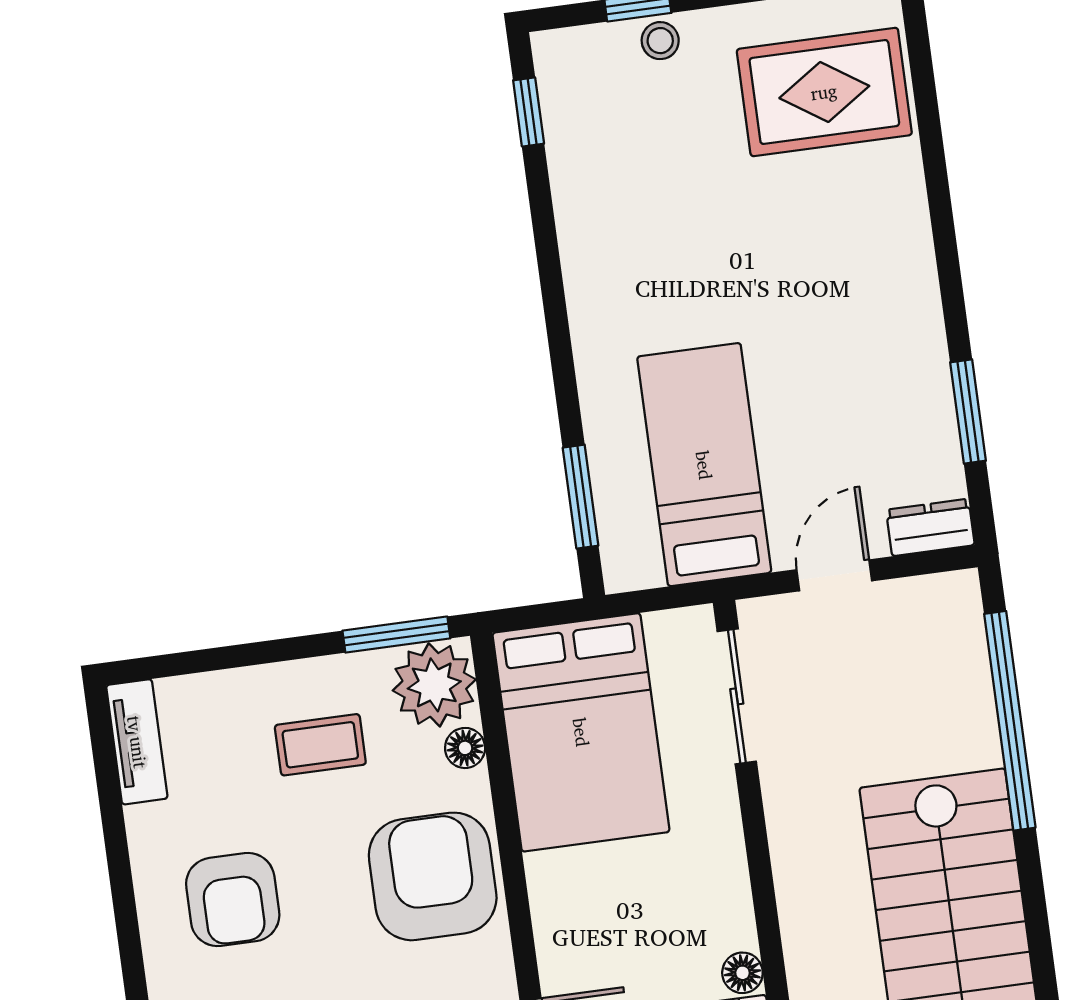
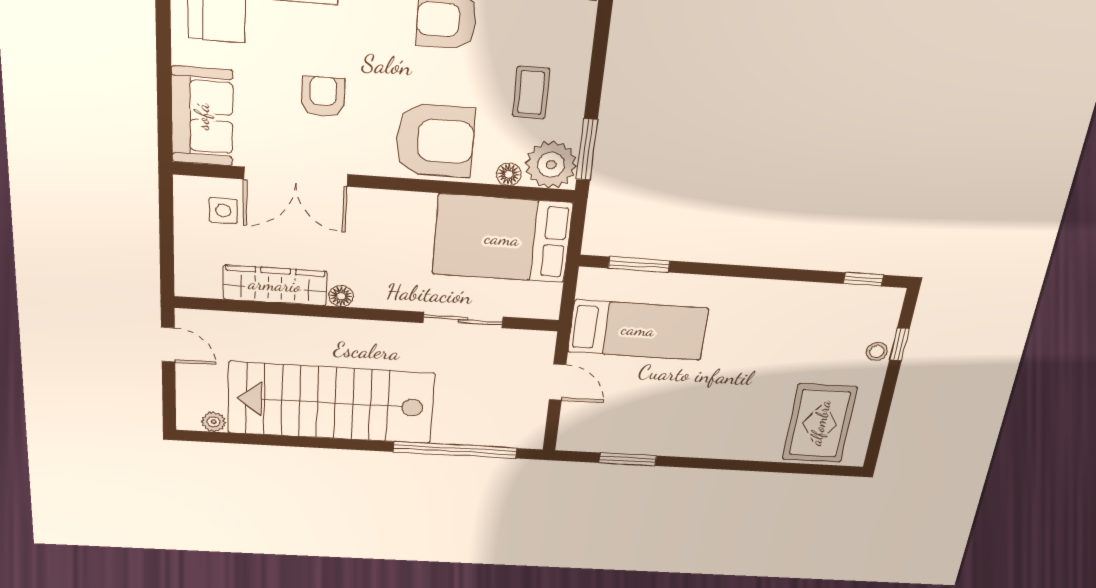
dresser: (930, 527) -> (571, 432), removed
sliding door: (737, 696) -> (463, 320), moved

